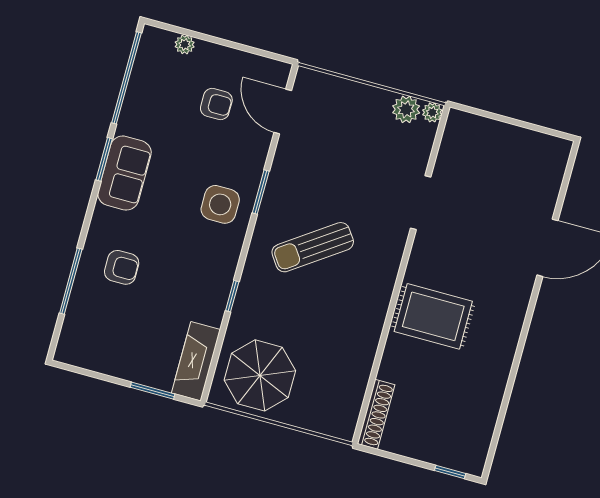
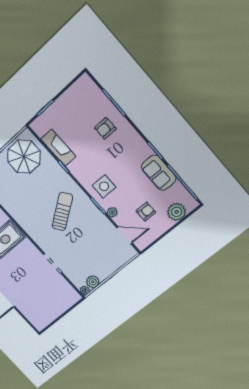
plant: (185, 44) -> (177, 212), width x1.87, depth x1.87
armchair: (216, 104) -> (146, 212), turned 180
plant: (256, 160) -> (112, 212), added
sofa: (124, 173) -> (159, 173), moved
fireplace: (196, 361) -> (58, 148), moved

